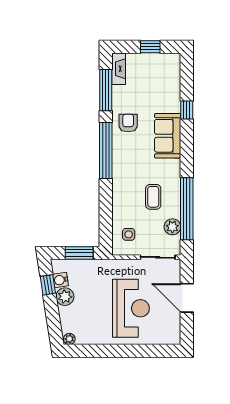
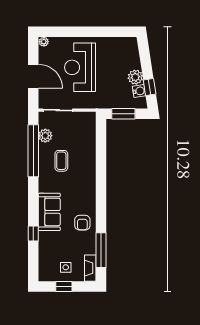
window: (106, 150) -> (101, 200), removed
side table: (129, 234) -> (66, 267), moved
plant: (69, 339) -> (44, 42), moved

